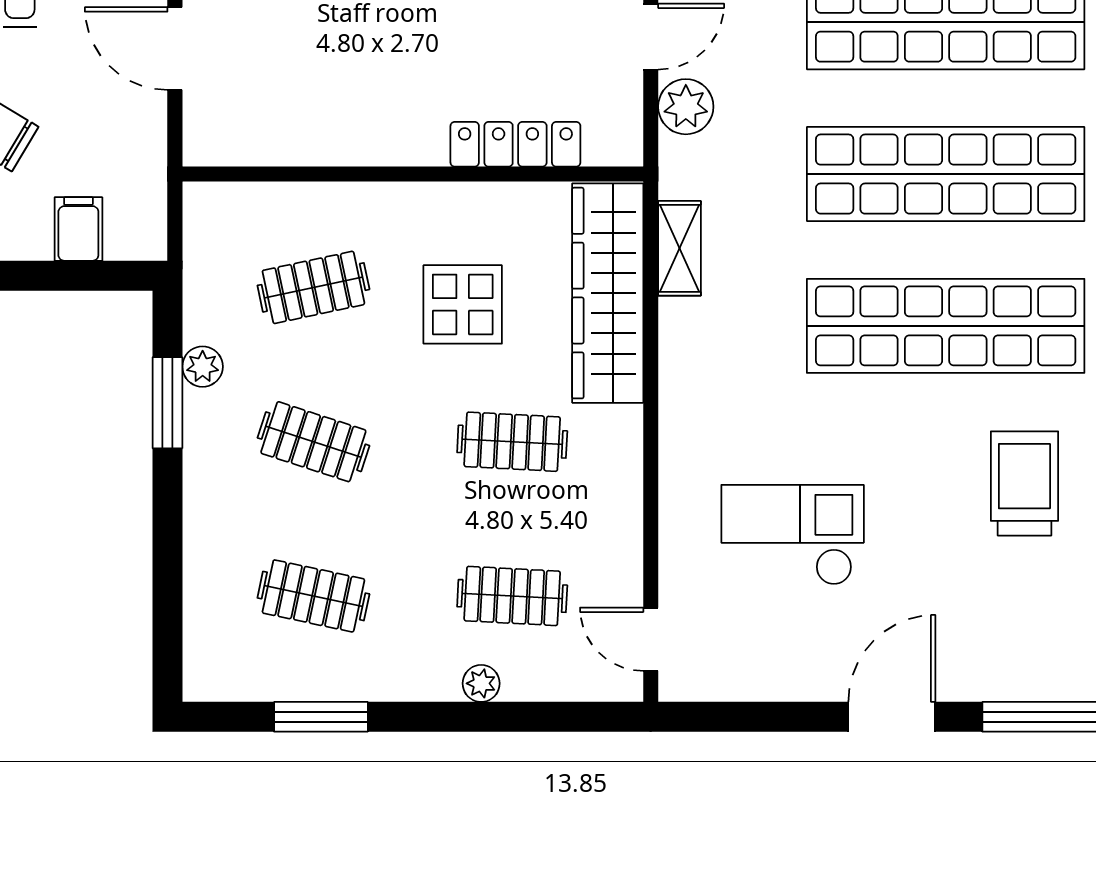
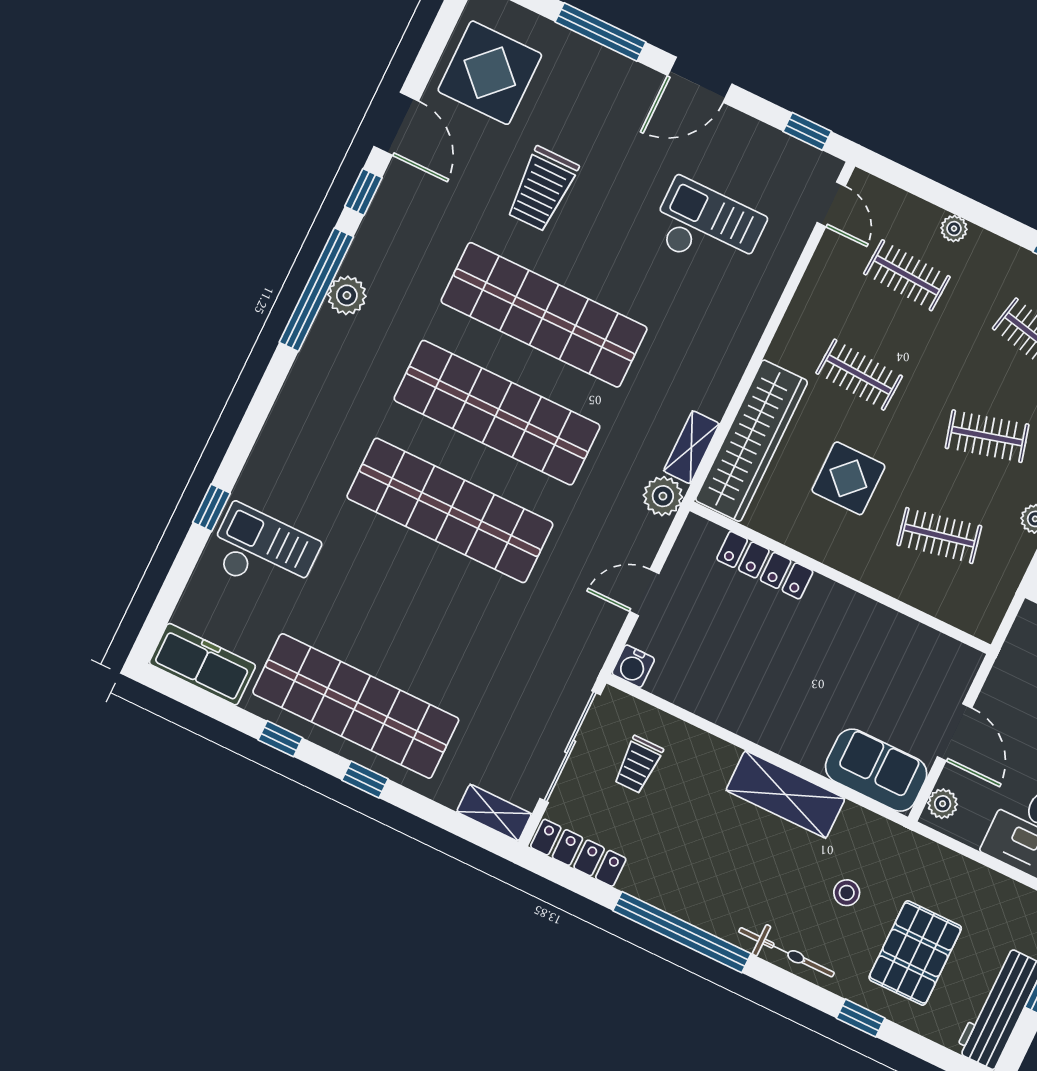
plant: (686, 107) -> (663, 496), moved
clothes rail: (313, 442) -> (987, 436), turned -33
checkout: (793, 535) -> (707, 228), turned 180
window: (725, 717) -> (807, 131), added

